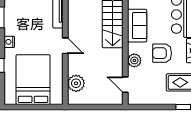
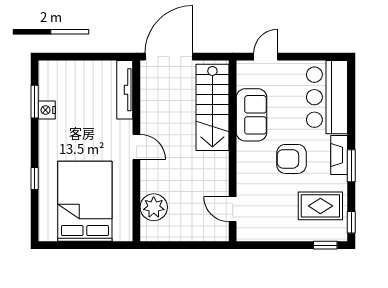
nightstand: (9, 42) -> (47, 110), moved
plant: (134, 60) -> (247, 171), removed

